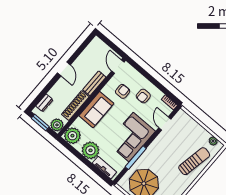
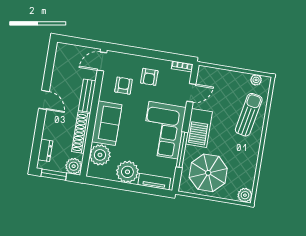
door: (118, 67) -> (102, 62), hinge flipped
door: (165, 123) -> (191, 93), swing flipped
plant: (72, 136) -> (100, 155), moved
barbecue: (156, 150) -> (199, 128), added

